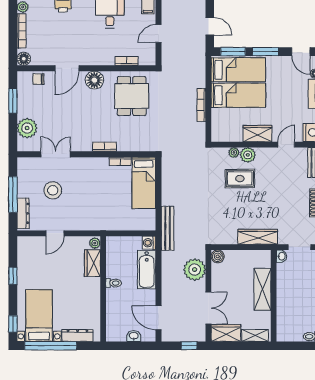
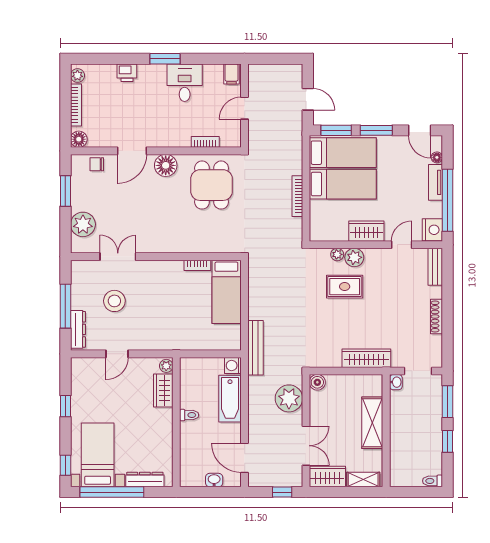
bookcase: (105, 147) -> (178, 247), removed

